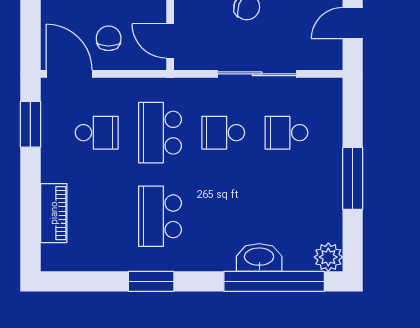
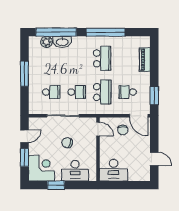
plant: (328, 257) -> (46, 42), moved
window: (151, 281) -> (106, 32), width x2.11

